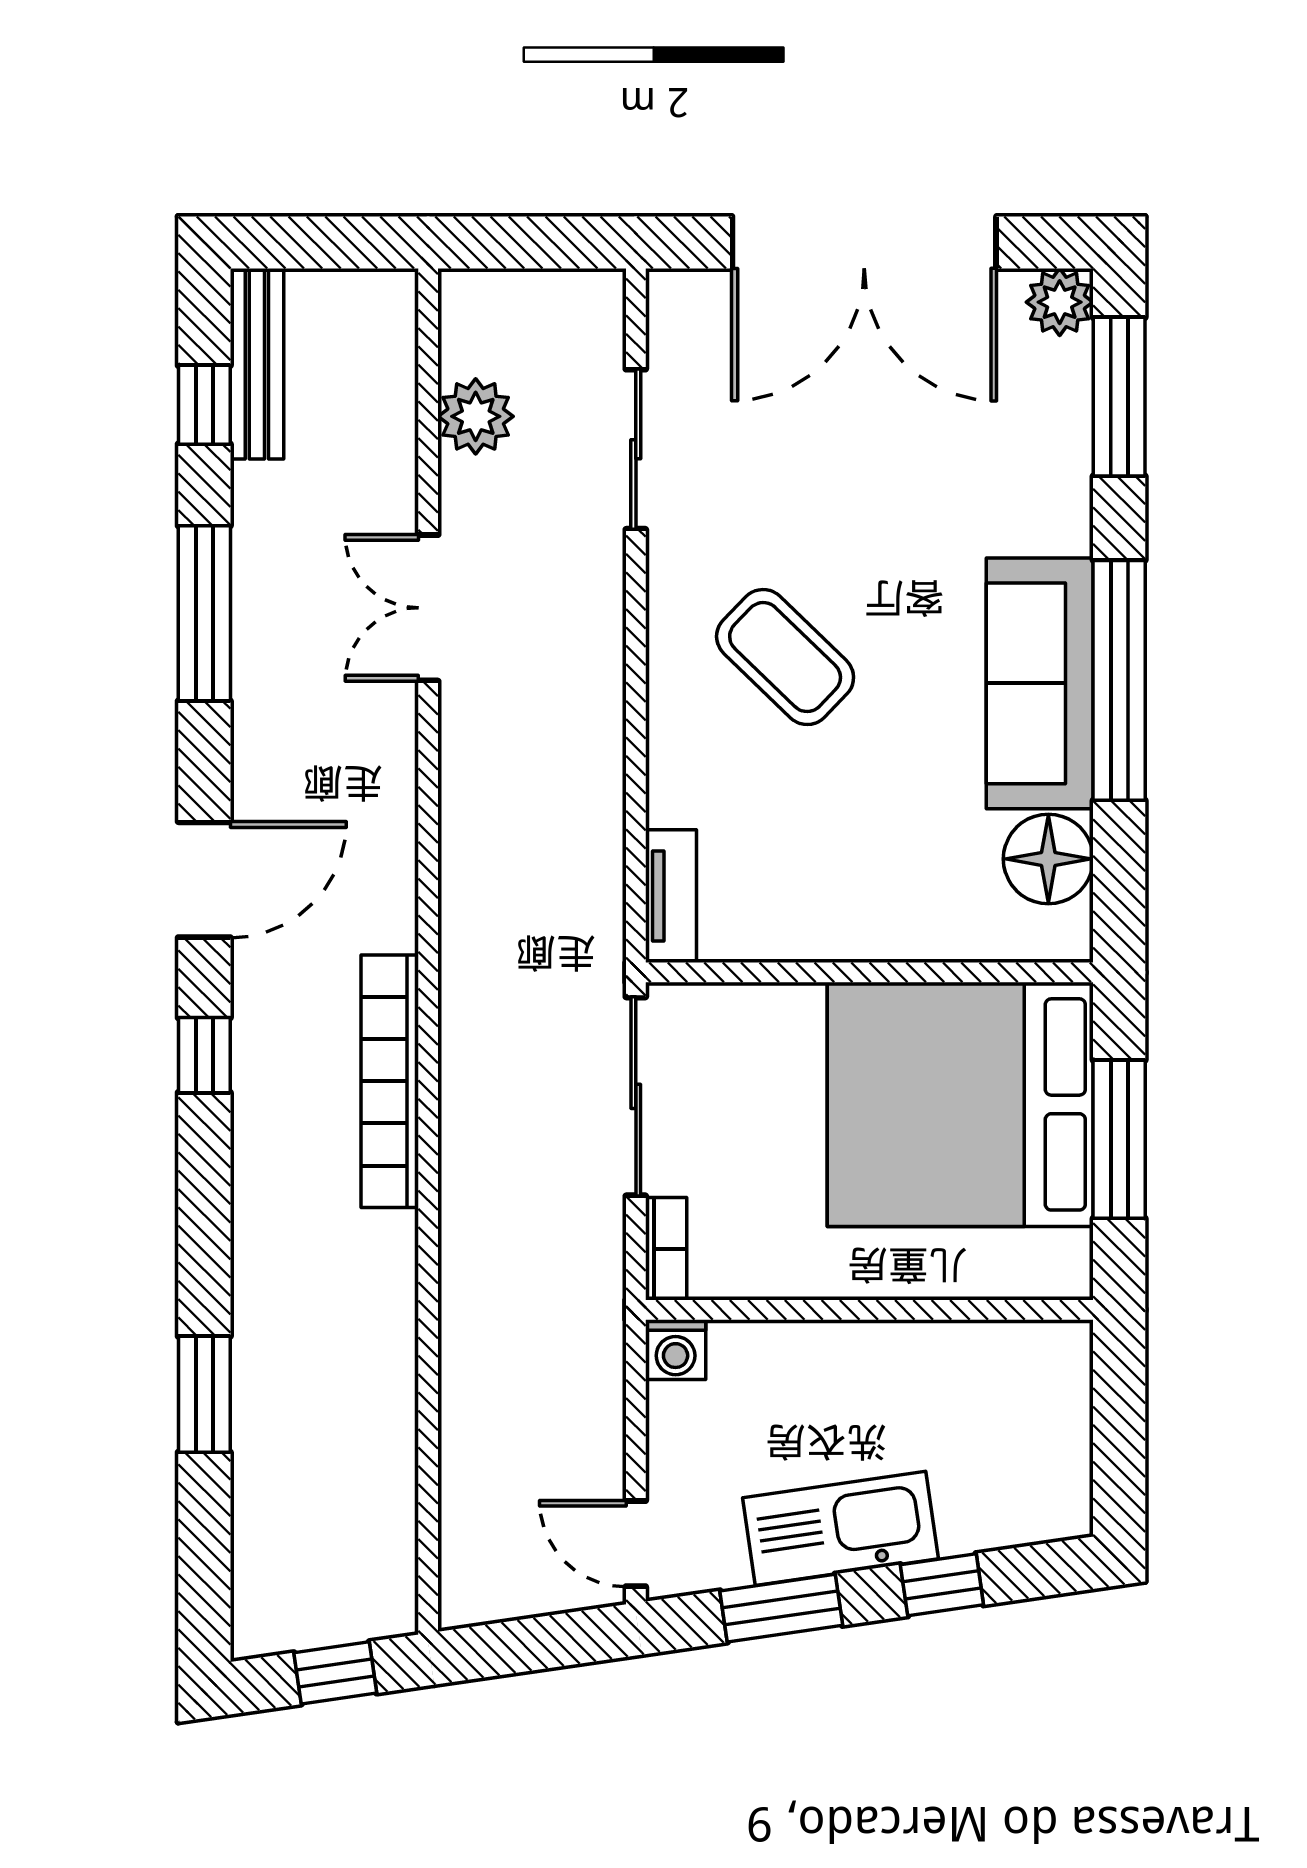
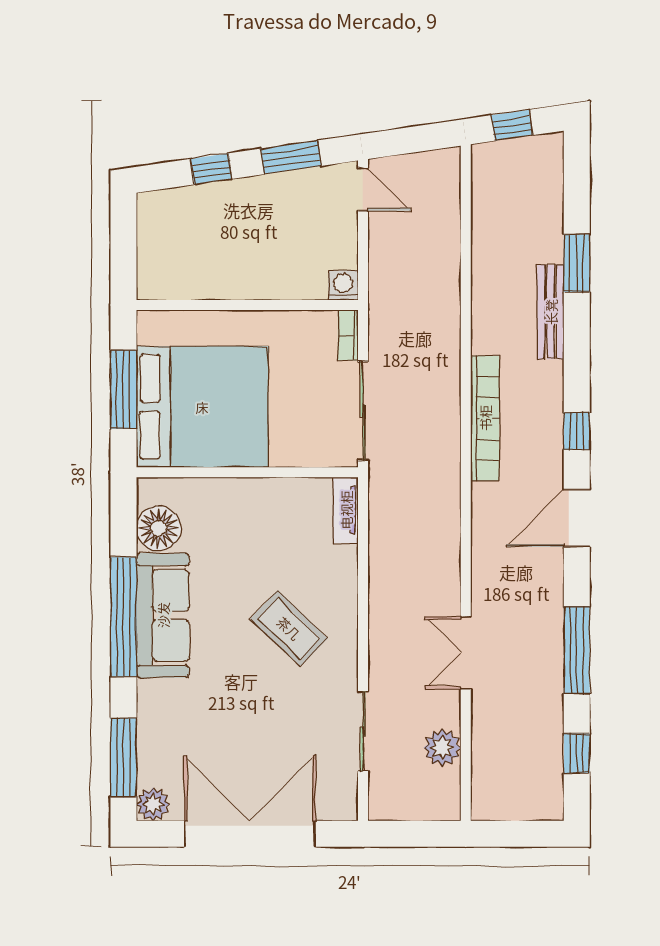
bench: (257, 364) -> (551, 312), moved
double door: (428, 608) -> (466, 653), swing flipped
kitchen sink: (841, 1528) -> (262, 197), removed

